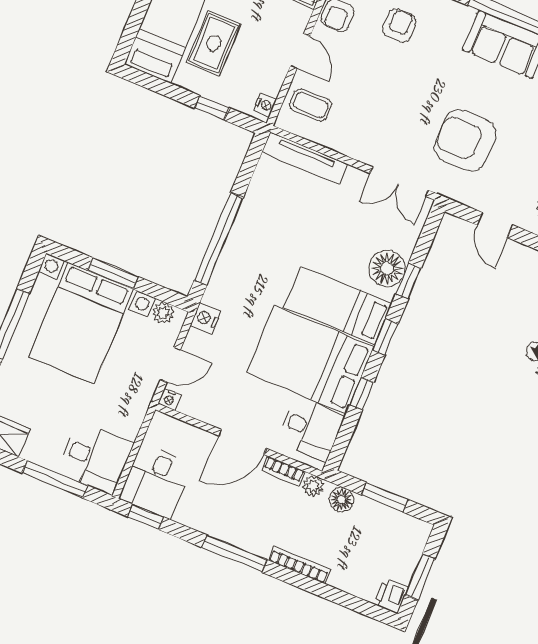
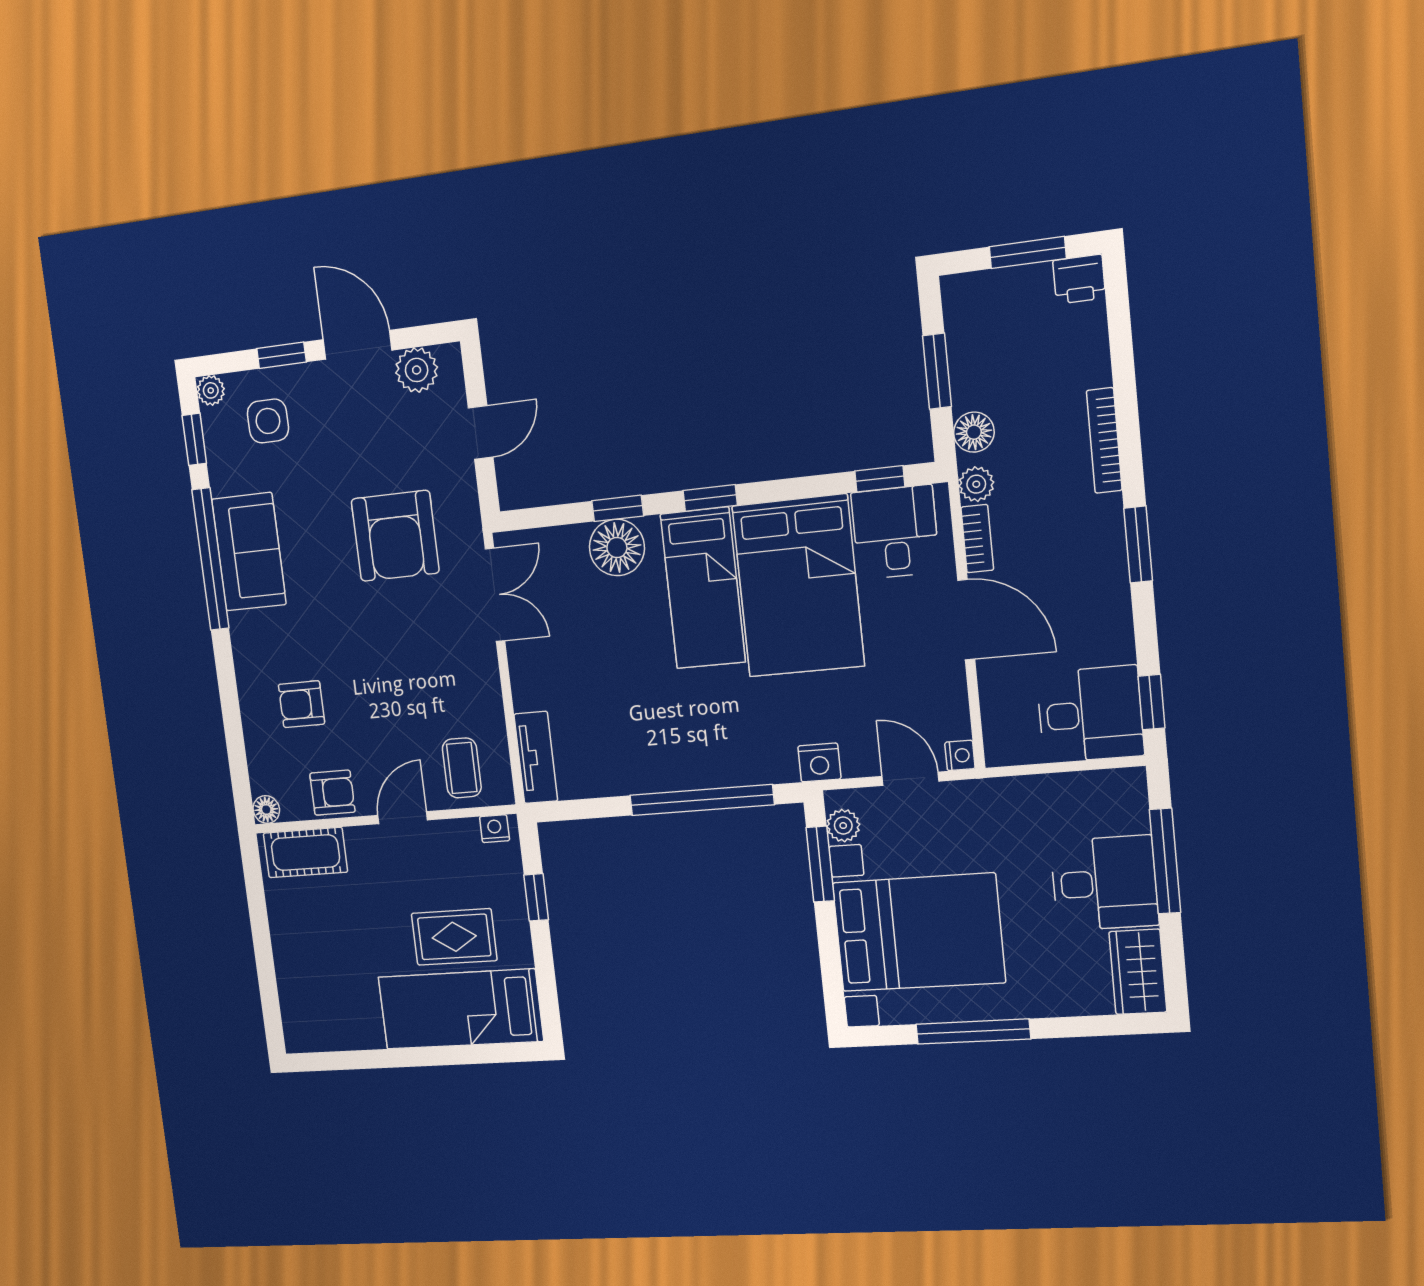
tv unit: (305, 158) -> (536, 757), width x0.71
window: (113, 273) -> (820, 864), moved
window: (362, 394) -> (880, 479), moved
desk: (95, 458) -> (1104, 883), moved, turned 90
window: (234, 554) -> (1138, 545), width x0.69

